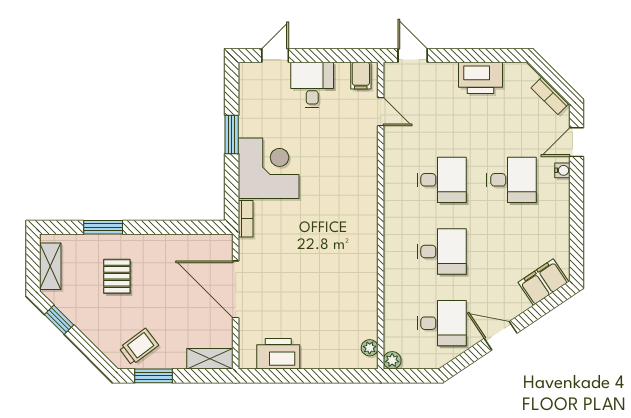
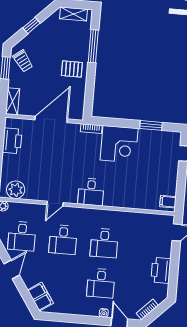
desk: (312, 85) -> (91, 192), moved, turned 90
door: (381, 112) -> (55, 204), moved
window: (232, 135) -> (151, 125), moved
window: (103, 227) -> (93, 46), width x1.44
pallet: (117, 276) -> (72, 69), moved
window: (59, 320) -> (31, 25), moved
plant: (370, 348) -> (16, 190), width x1.88, depth x1.88

